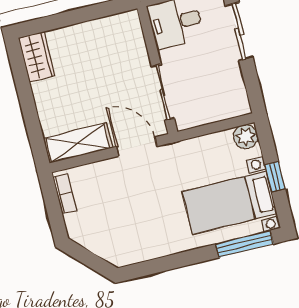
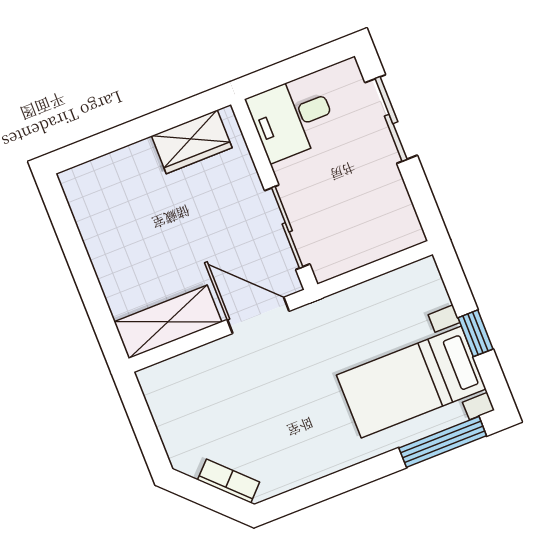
wardrobe: (37, 57) -> (192, 142), moved, turned 90
plant: (246, 137) -> (422, 278), removed
bookcase: (65, 194) -> (229, 481), moved, turned -45

